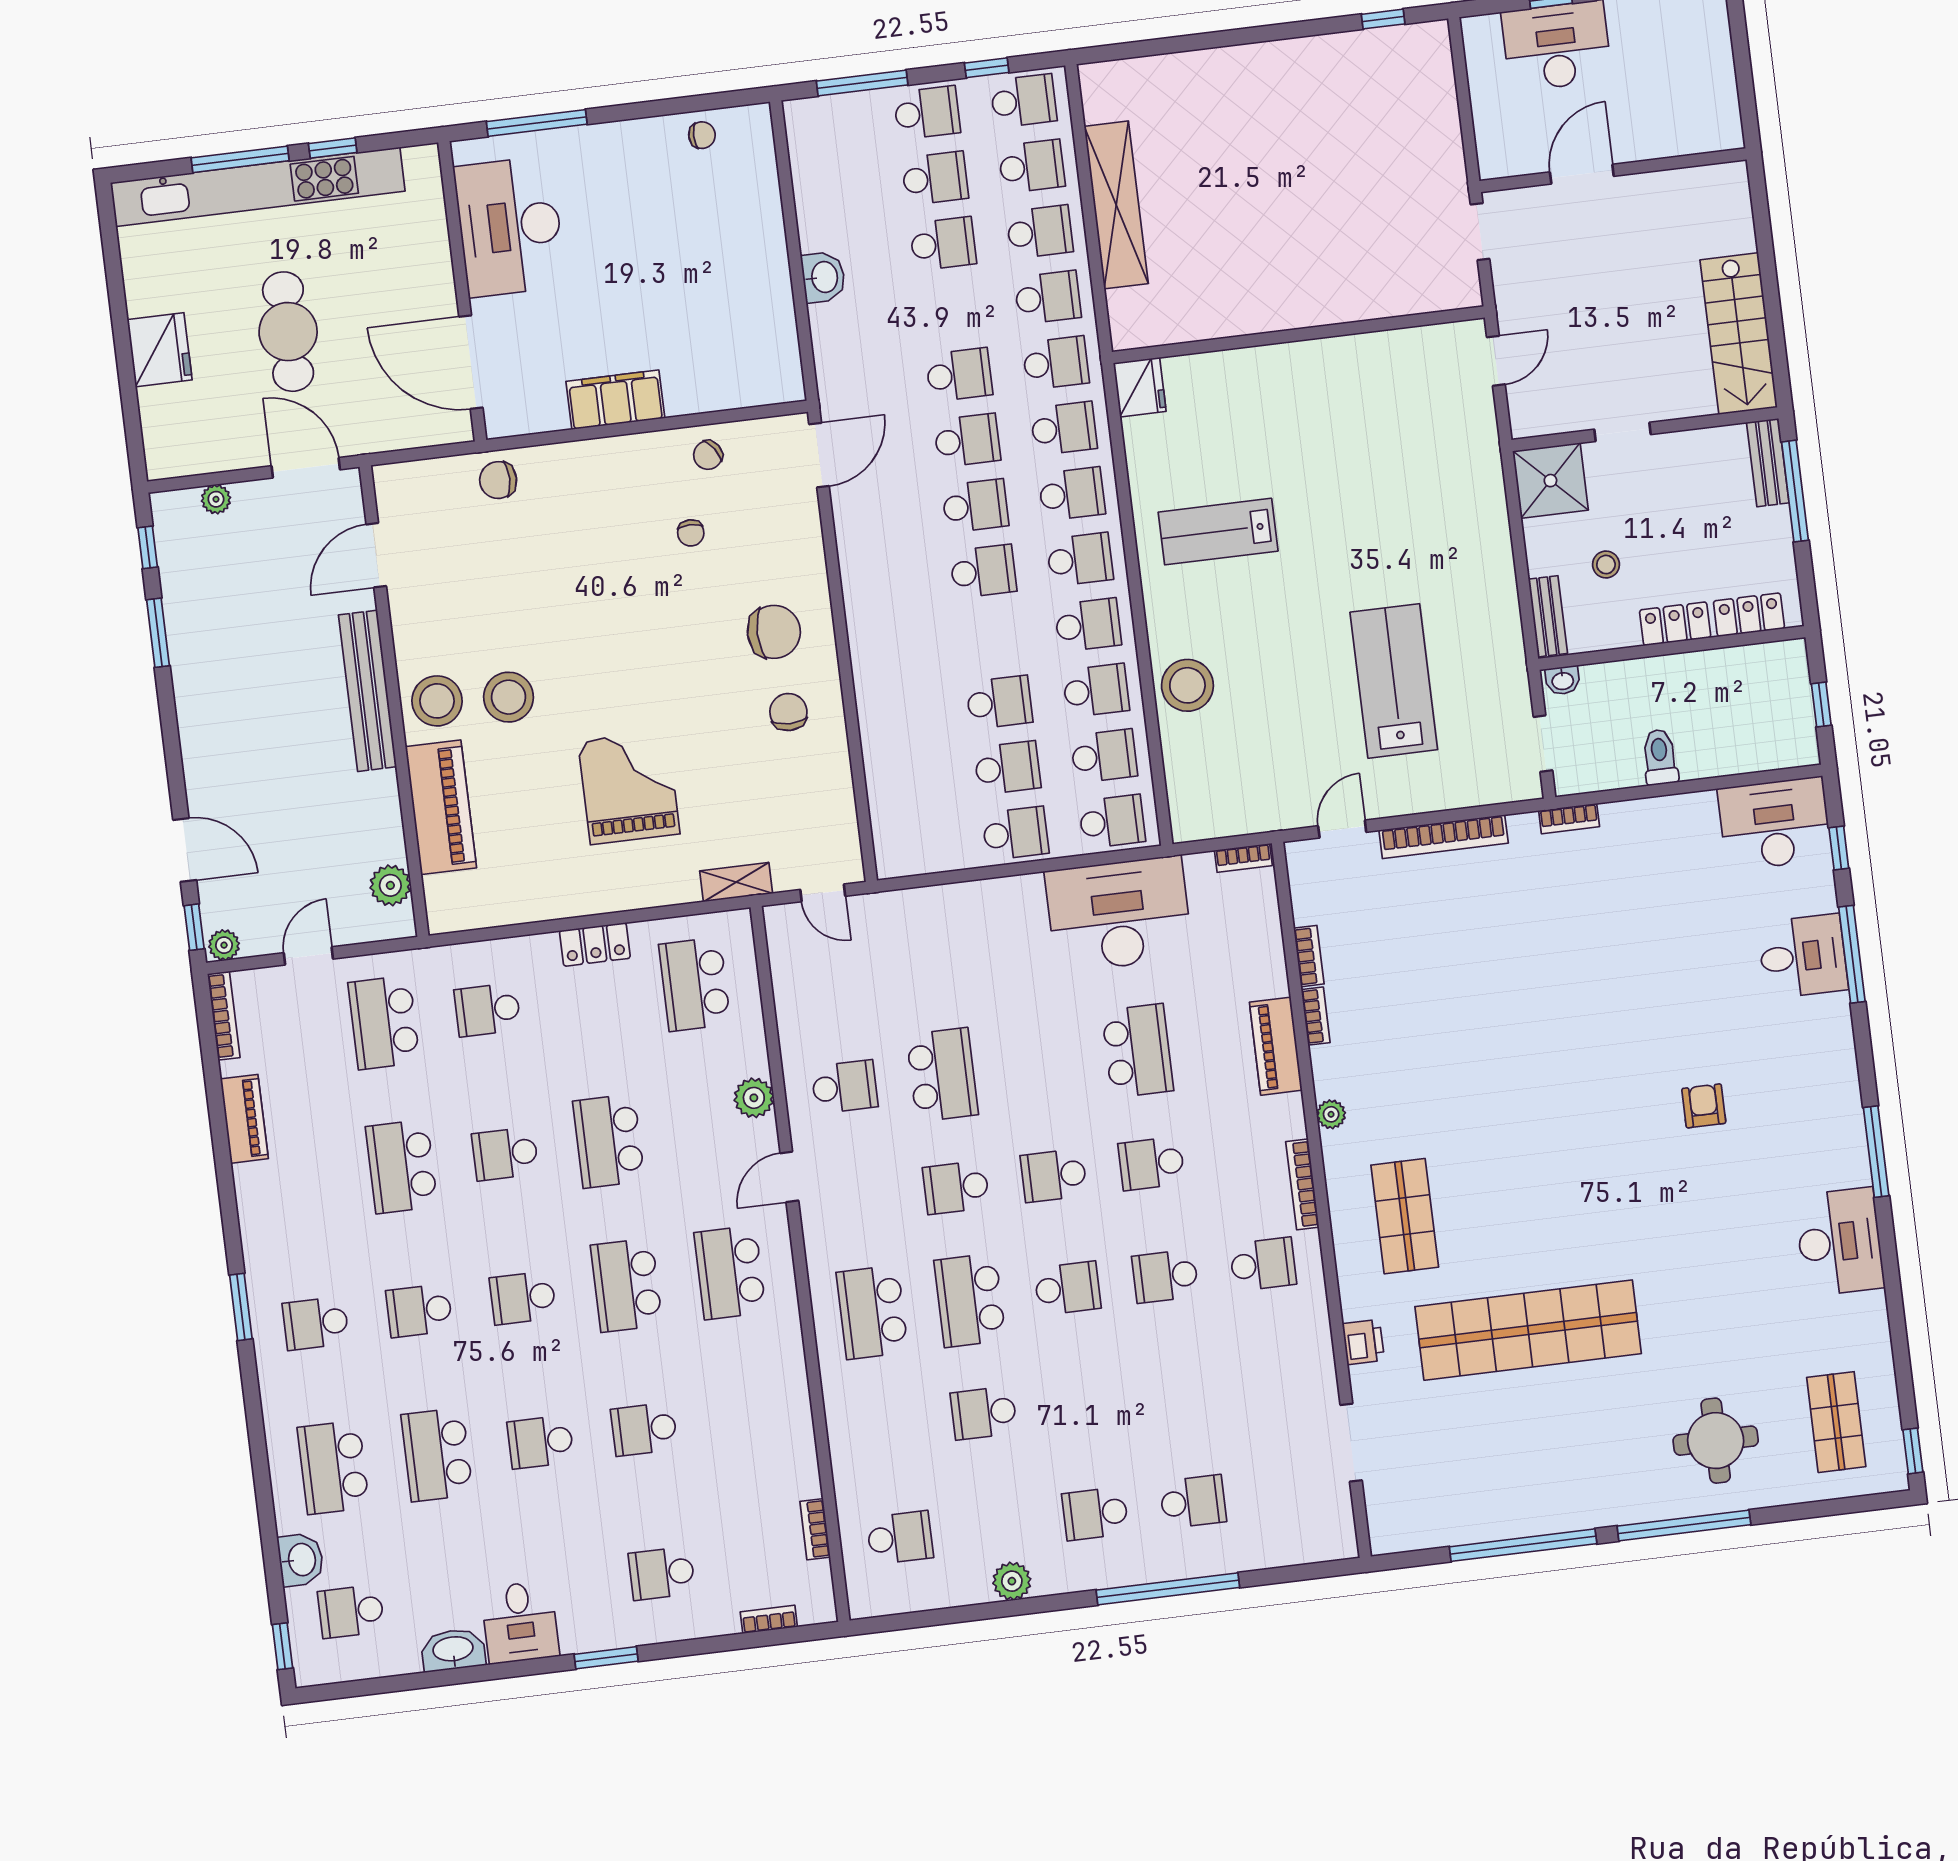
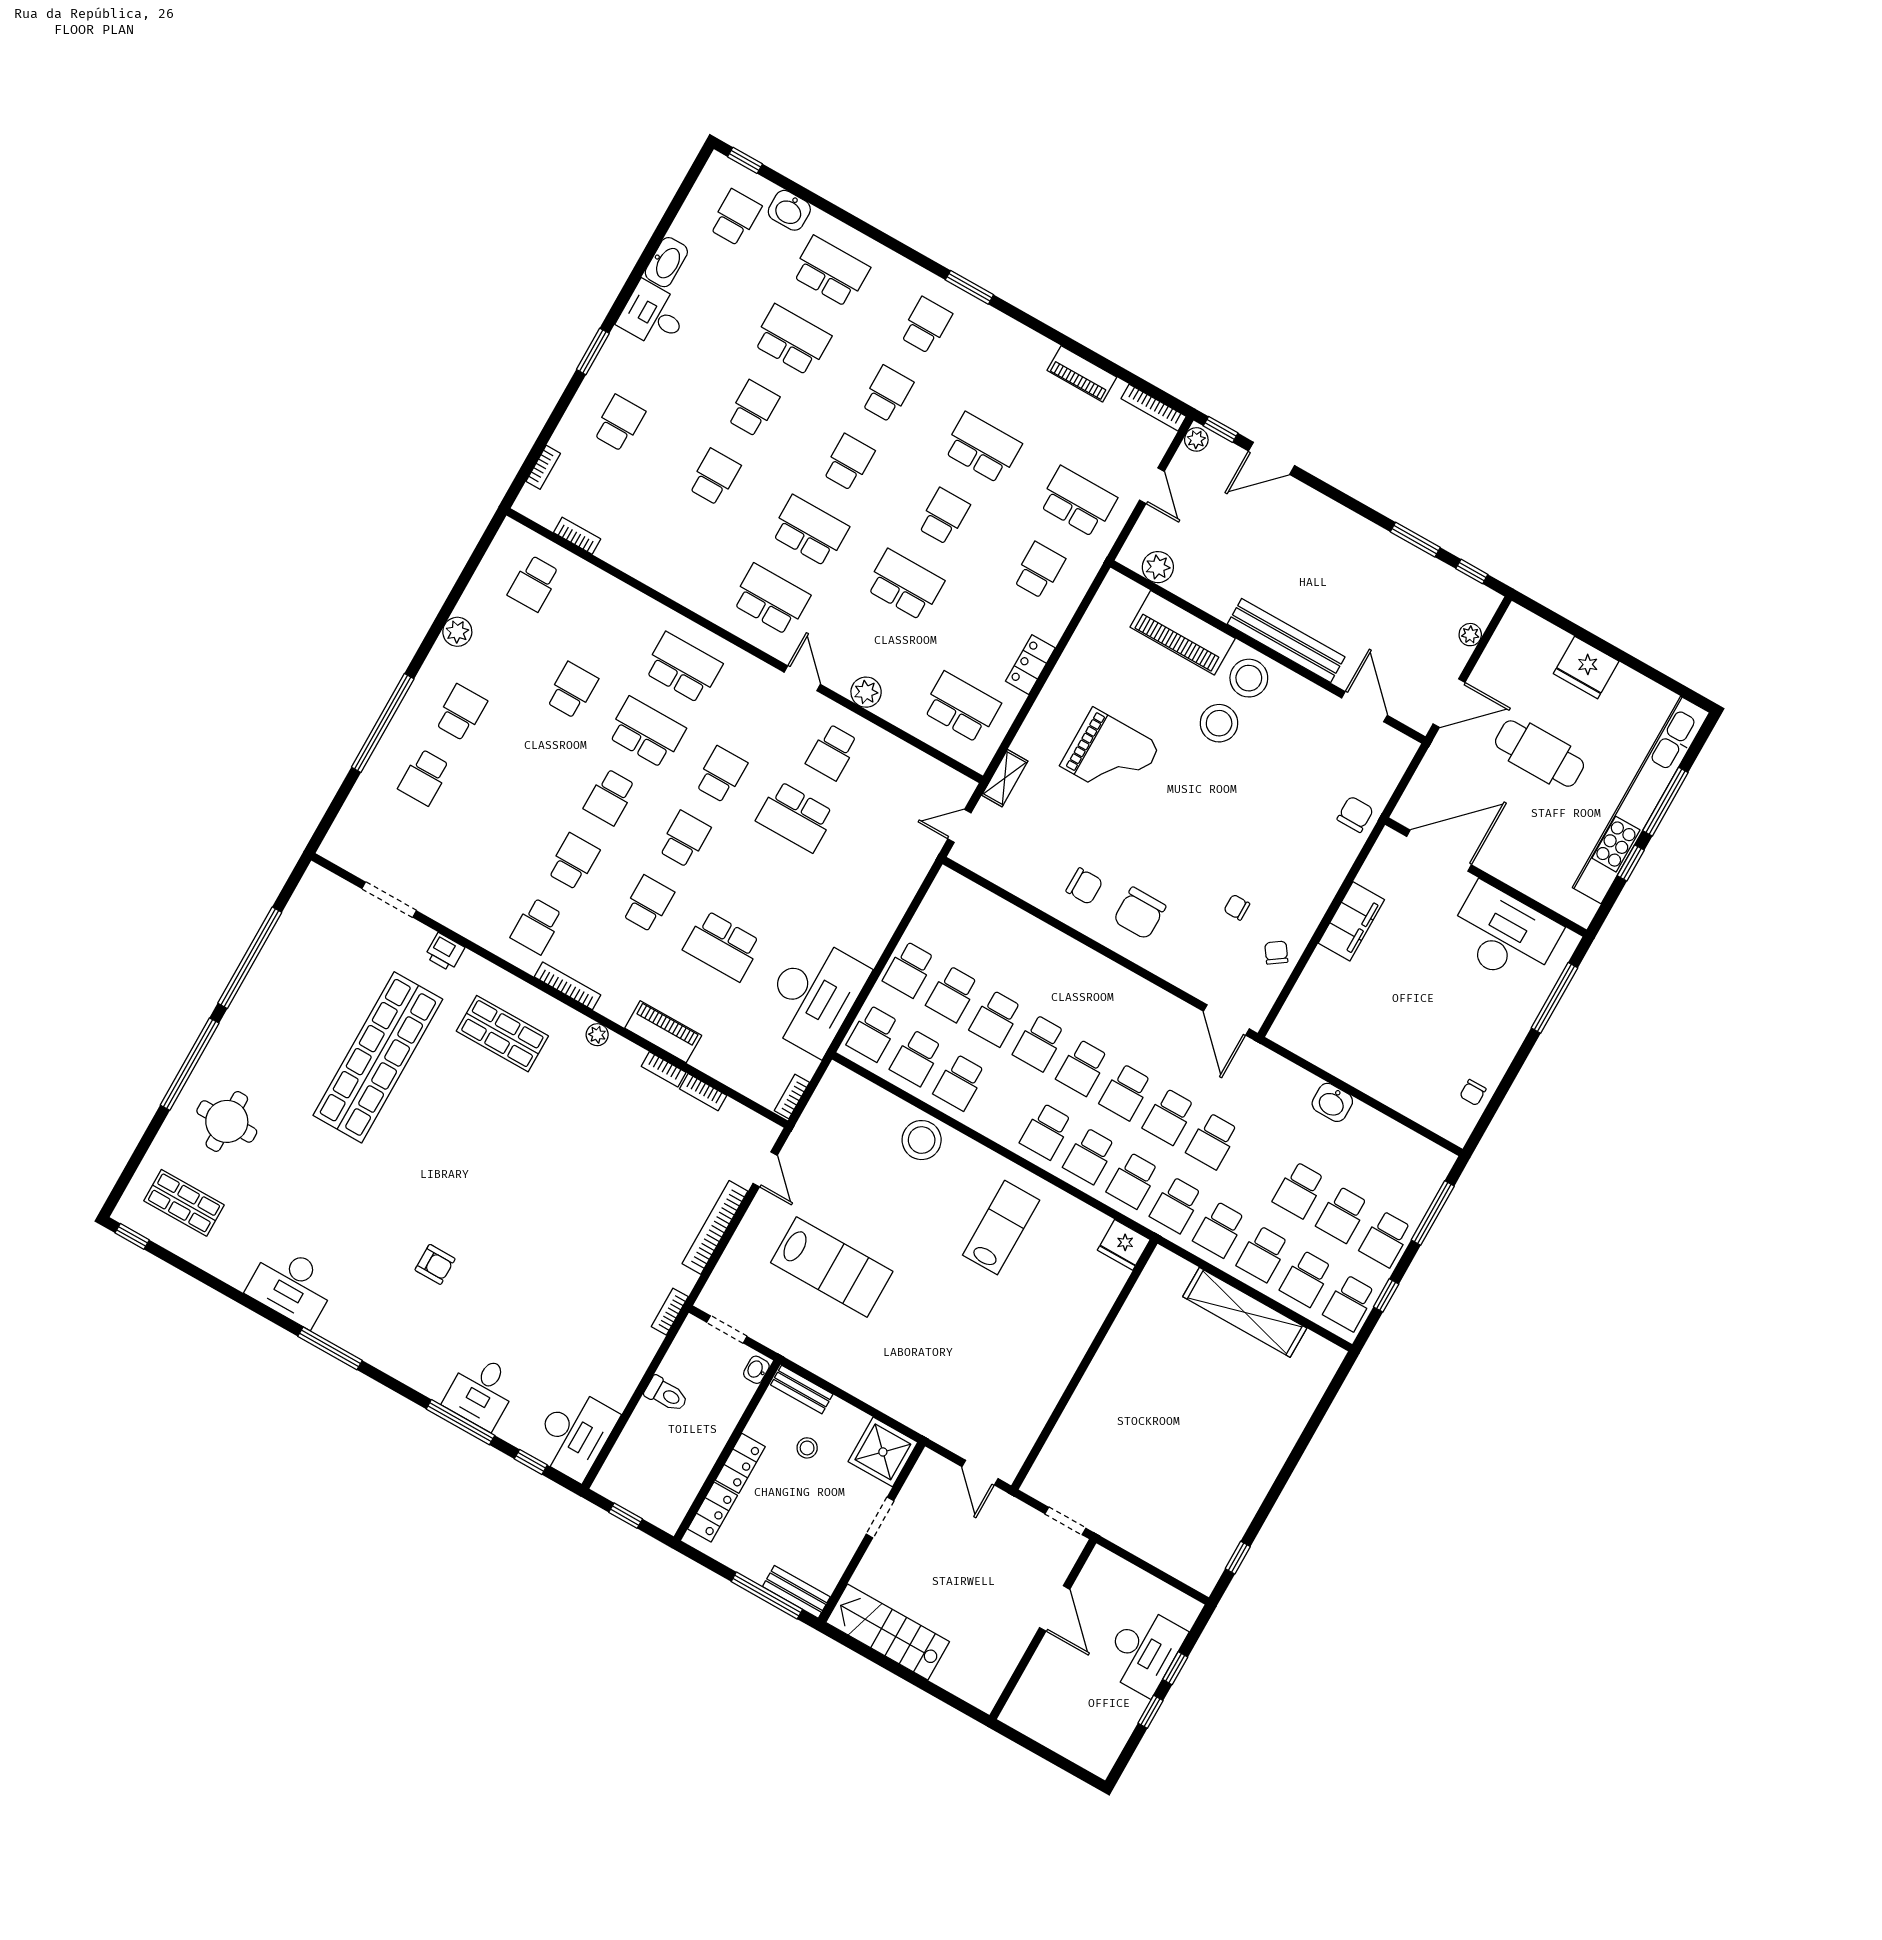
school desk: (1088, 625) -> (1039, 1043), moved

